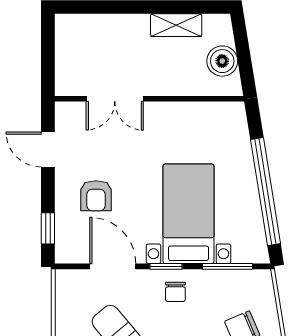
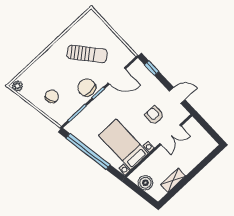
double door: (115, 99) -> (170, 135), swing flipped
armchair: (96, 196) -> (154, 115), moved
bed with nightstands: (188, 214) -> (124, 144), moved, turned 180
chair: (175, 292) -> (87, 87), width x1.87, depth x1.87

